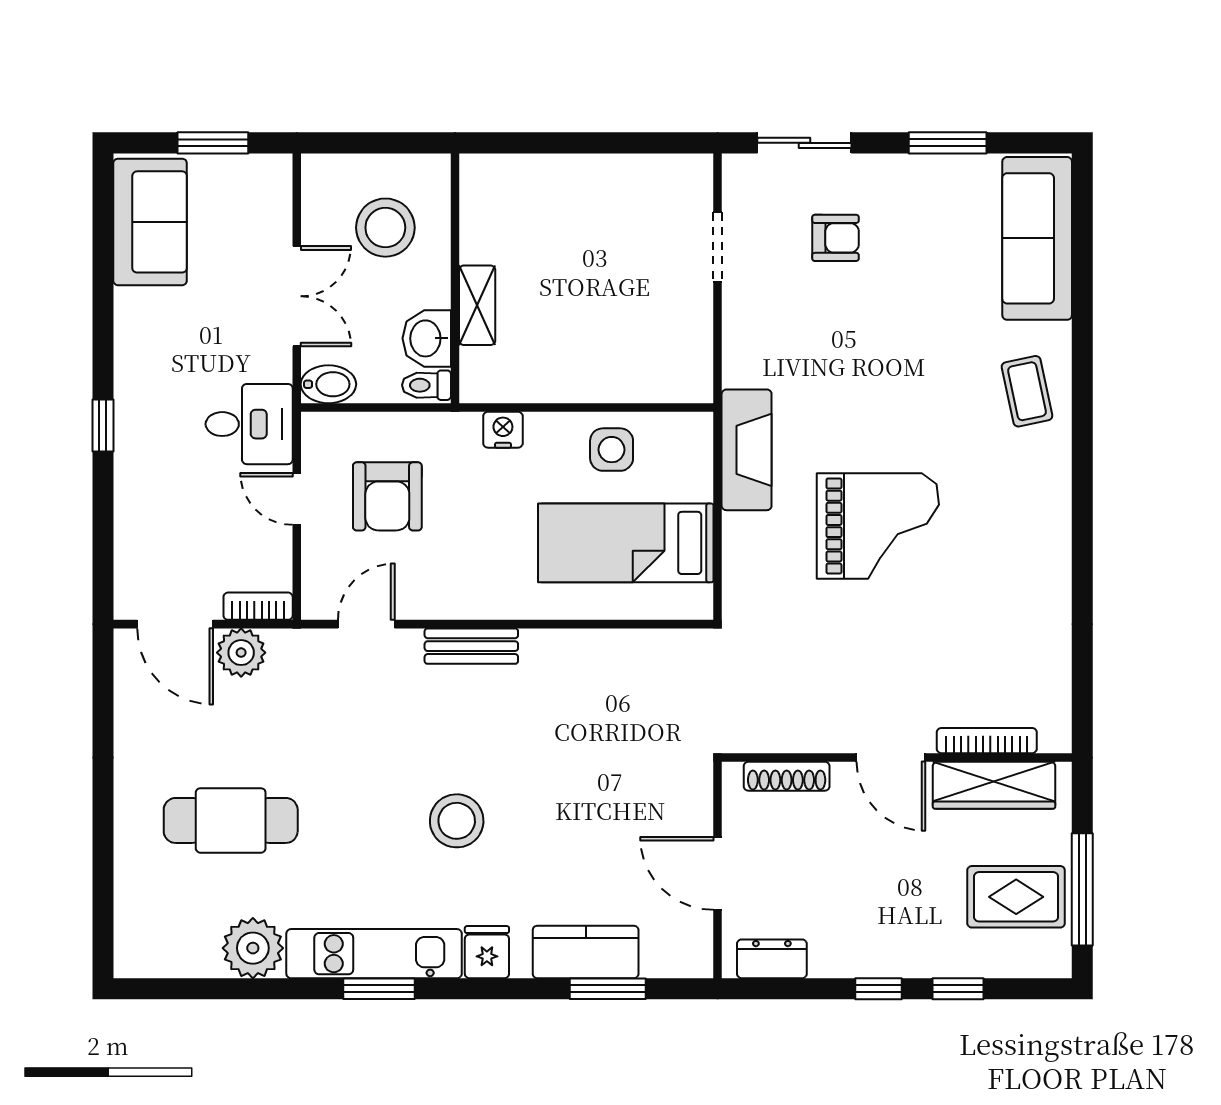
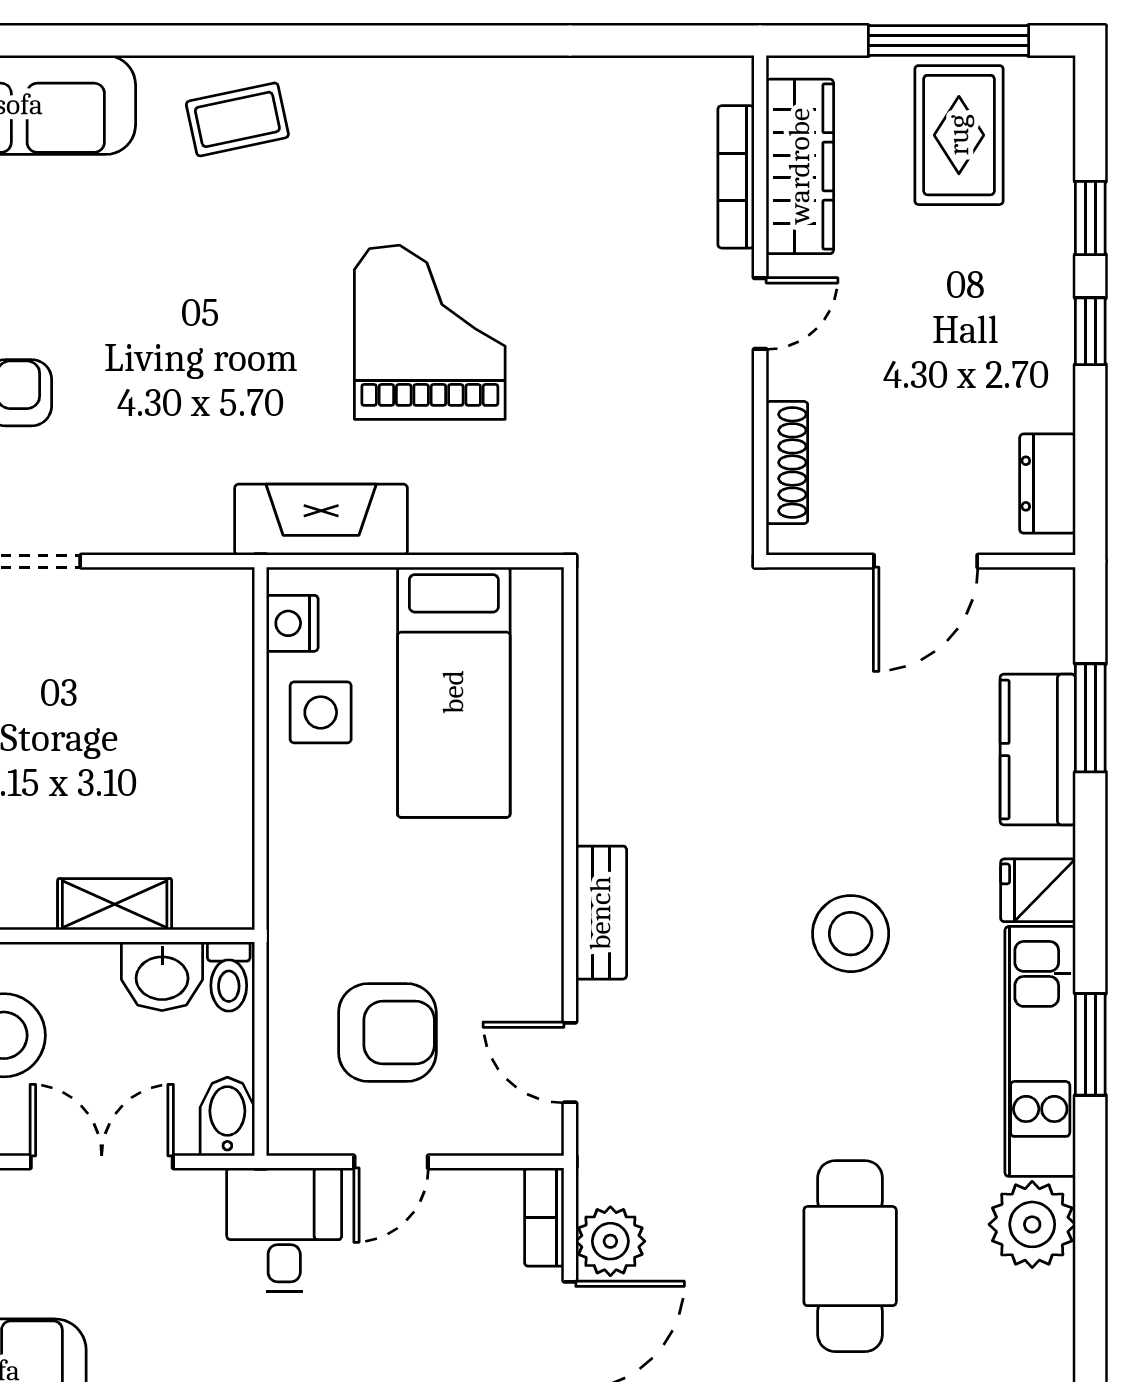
nightstand: (503, 430) -> (292, 623), moved
door: (891, 757) -> (760, 314), width x0.73

